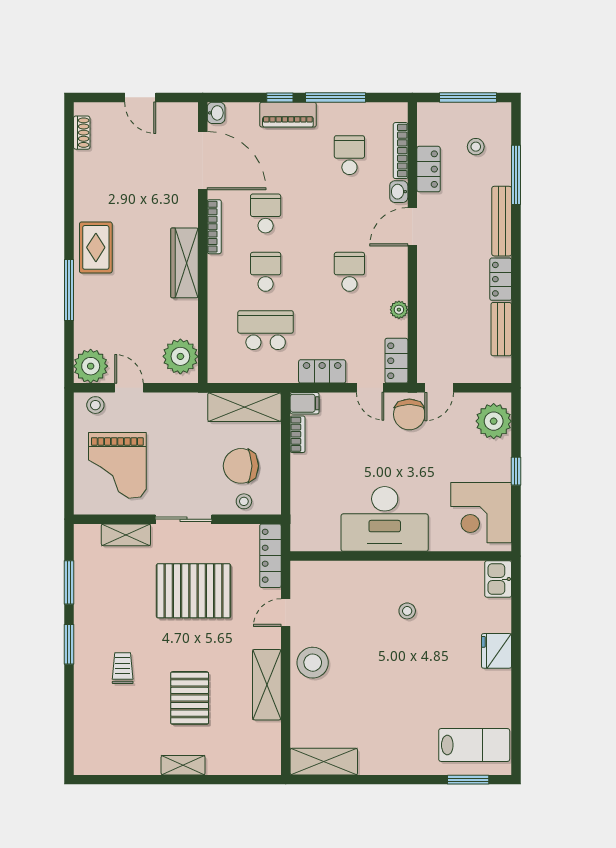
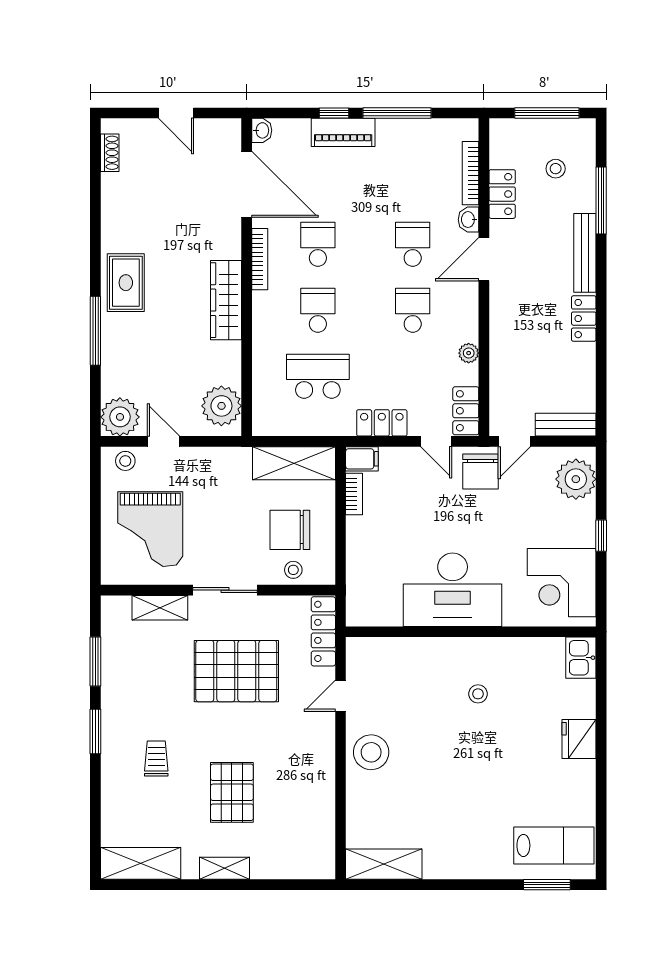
school desk: (349, 155) -> (413, 244), moved
bench: (501, 329) -> (566, 425), moved, turned 90
shelving: (267, 685) -> (141, 863), moved, turned 90

